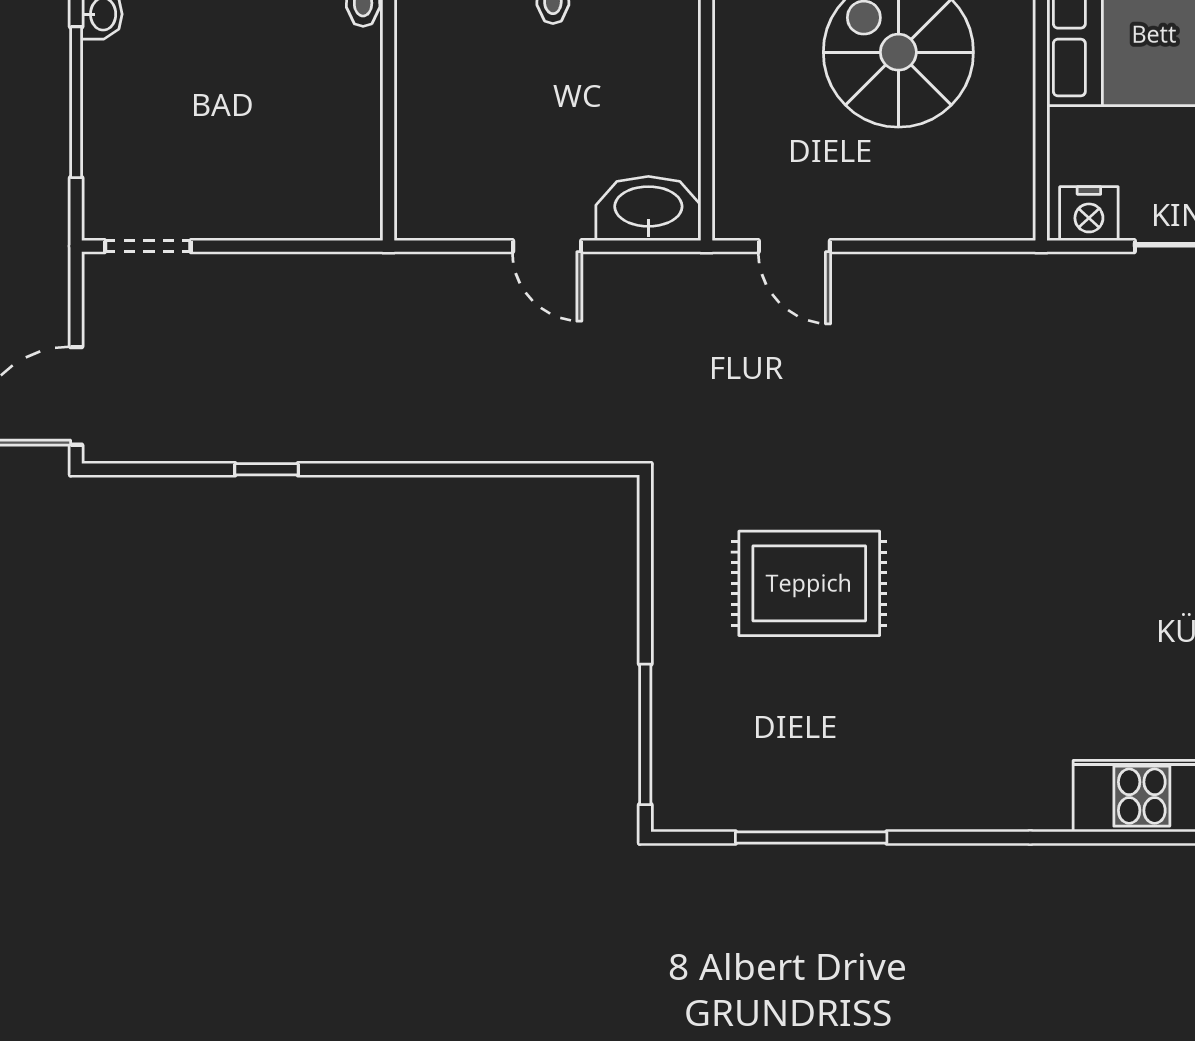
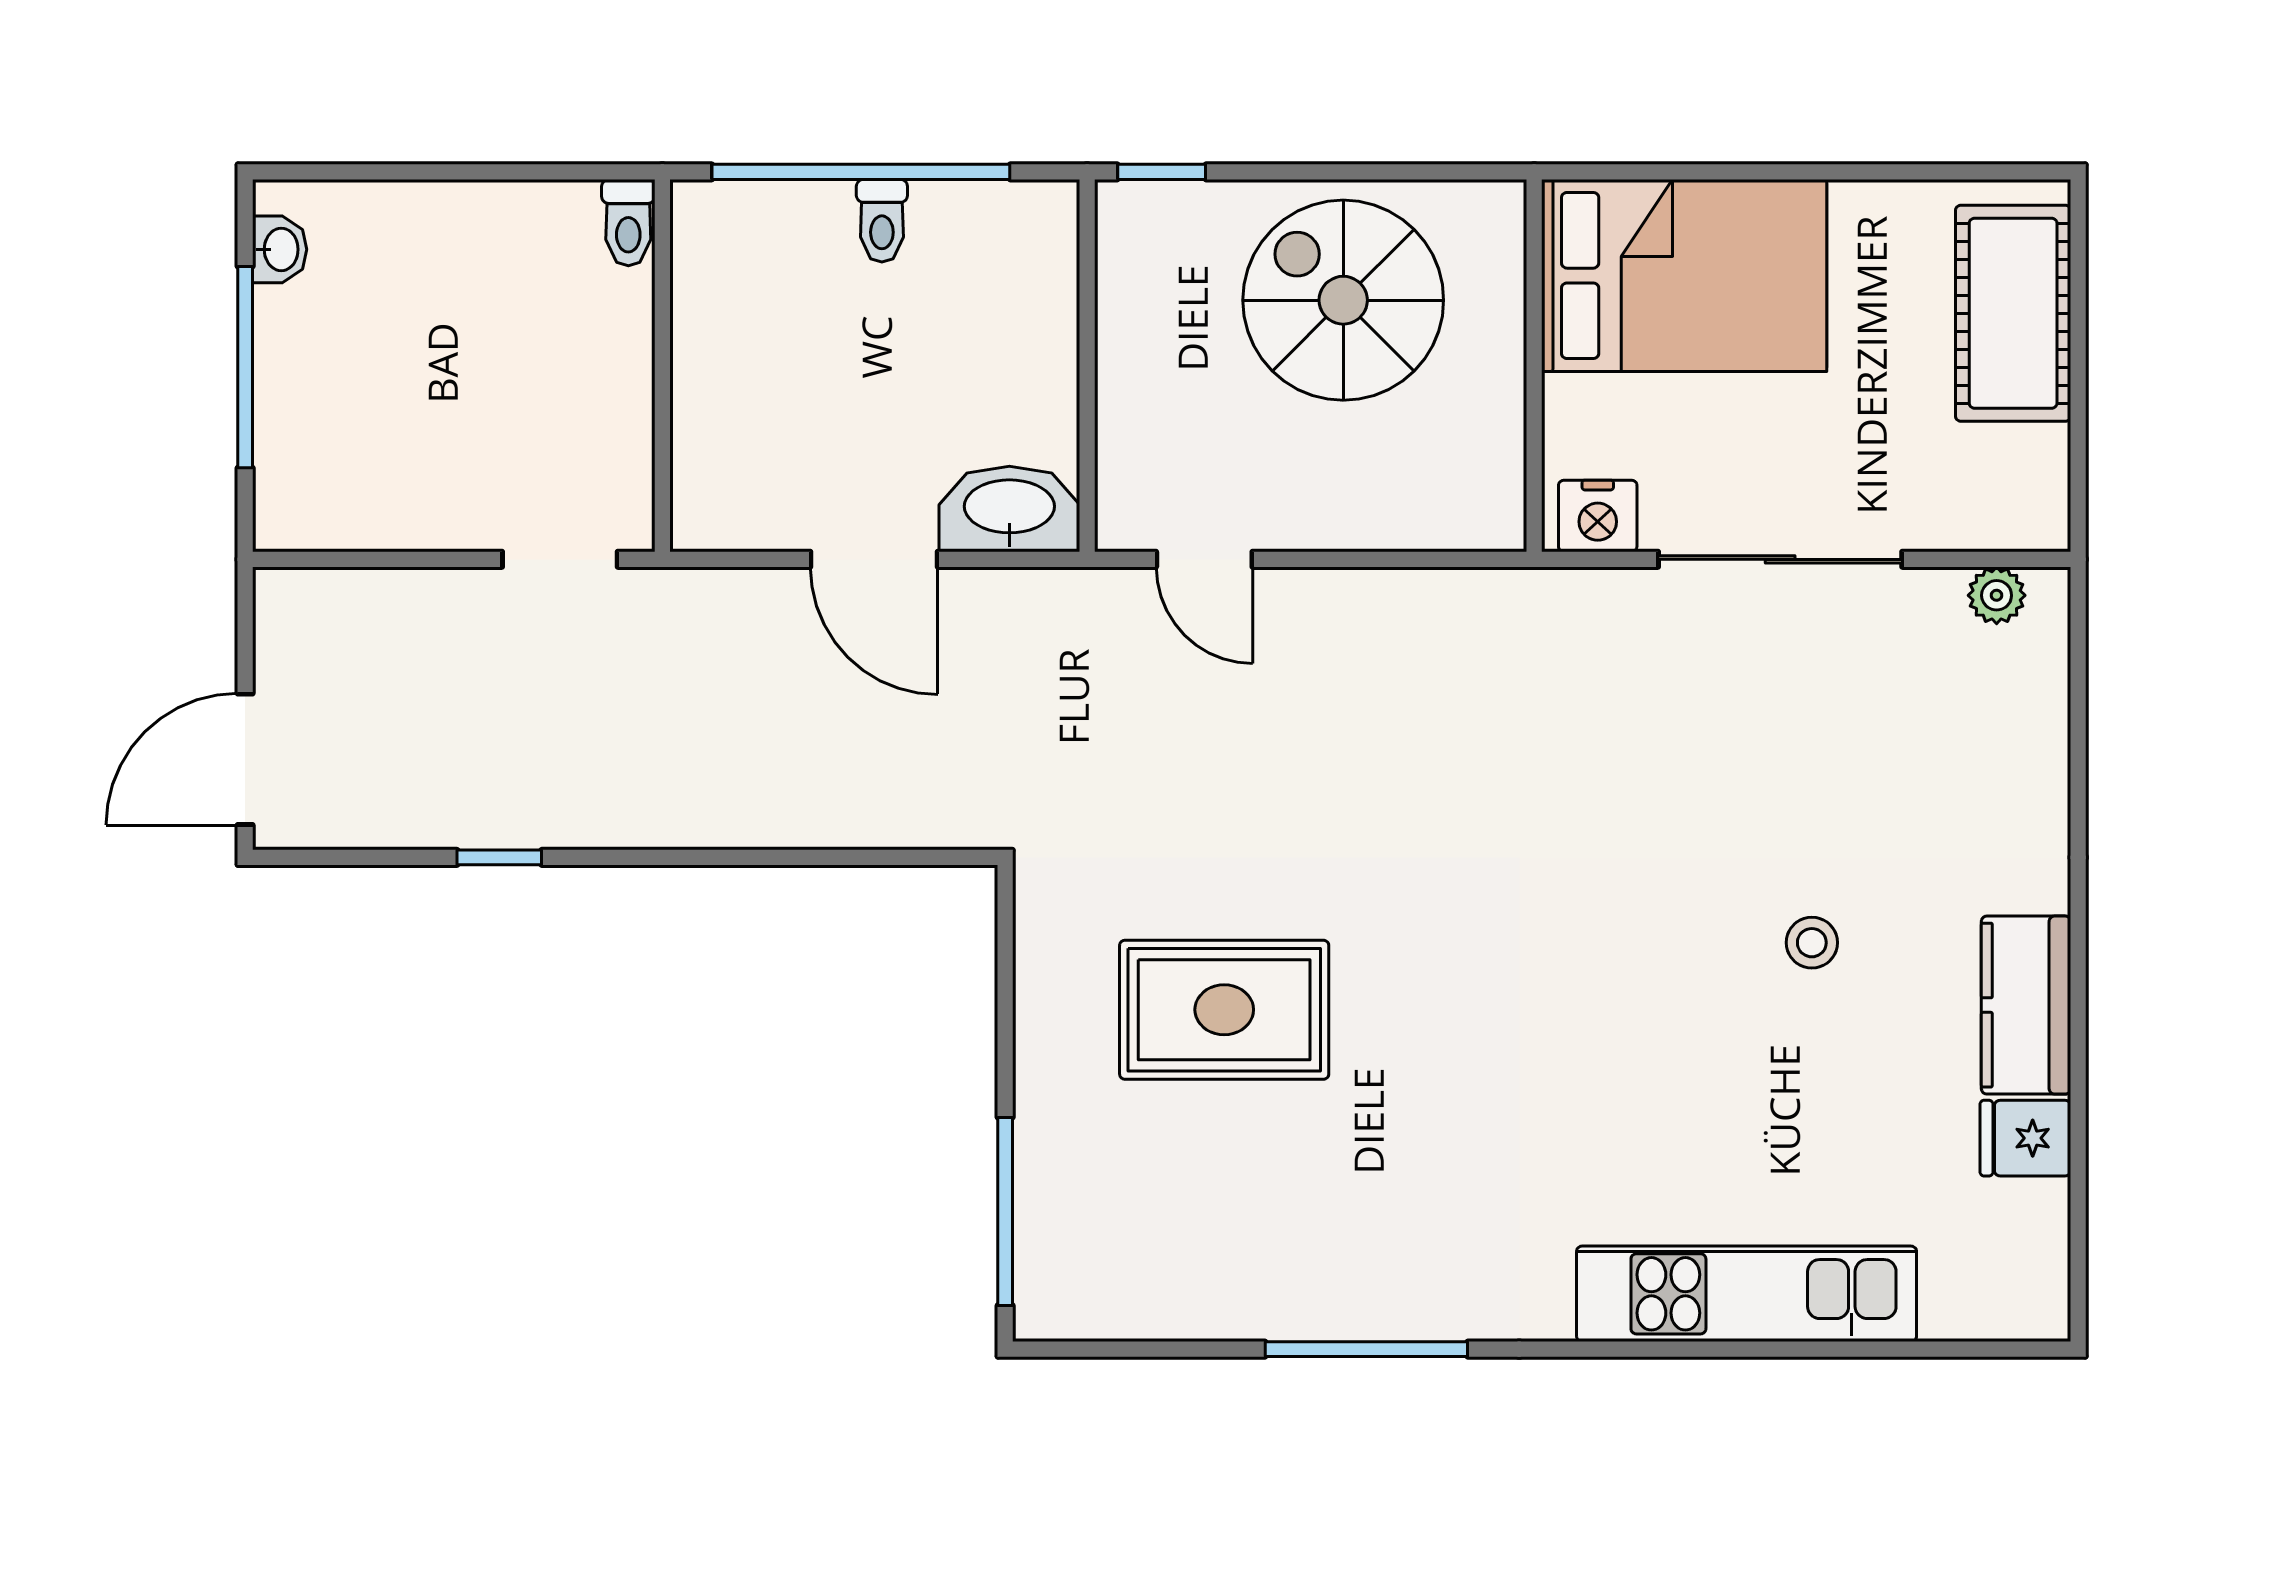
doorway: (148, 246) -> (560, 559), moved
door: (547, 246) -> (874, 559), width x1.38
window: (811, 838) -> (1366, 1349), moved

